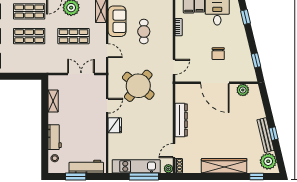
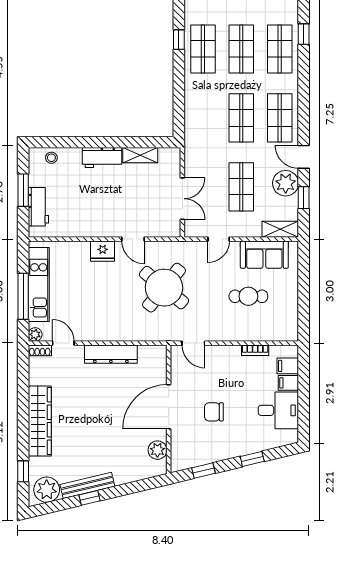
window: (246, 17) -> (252, 459), moved
workbench: (55, 137) -> (102, 158), moved
workbench: (86, 167) -> (38, 207), width x0.73

